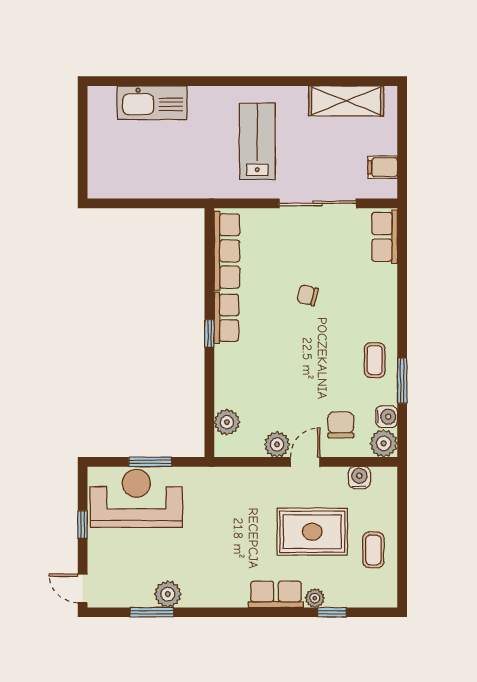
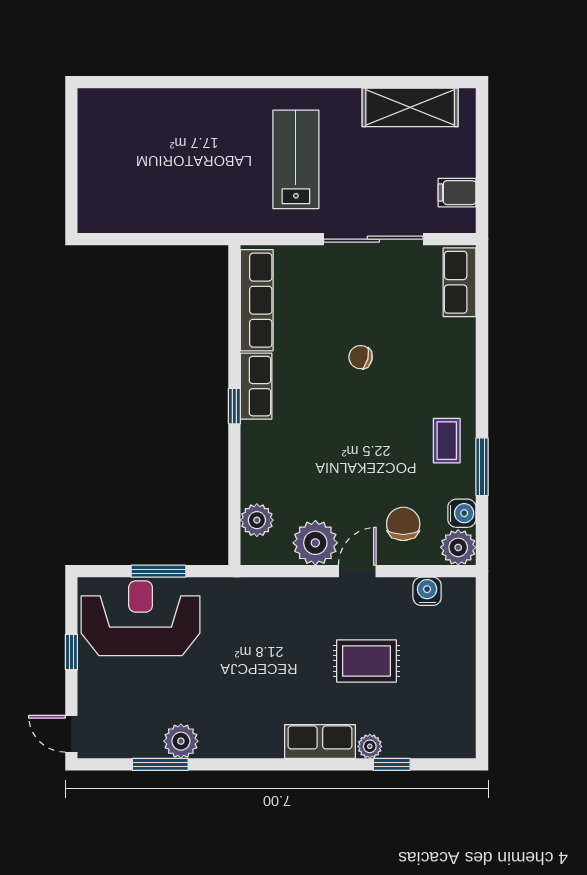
kitchen sink: (152, 103) -> (161, 110), removed
plant: (277, 444) -> (315, 543), width x1.36, depth x1.36
rug: (312, 532) -> (366, 661), width x0.73, depth x0.70
coffee table: (373, 550) -> (445, 684), removed

